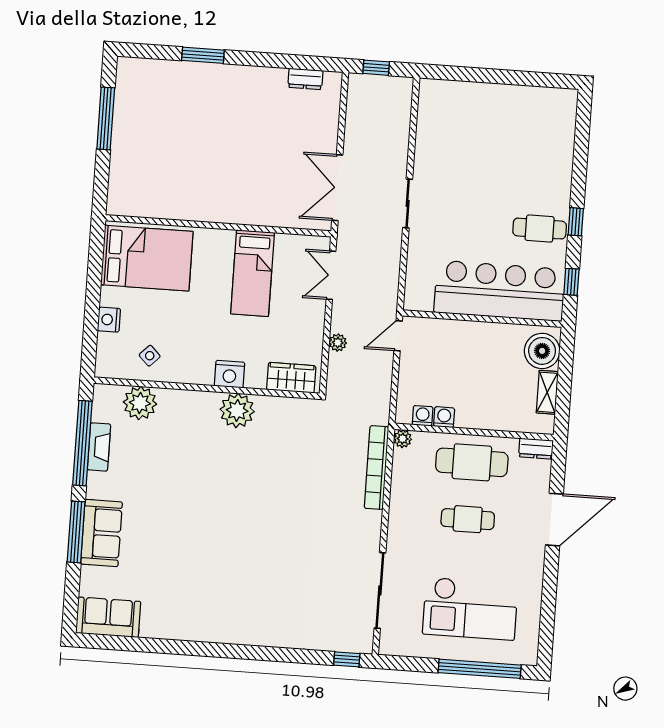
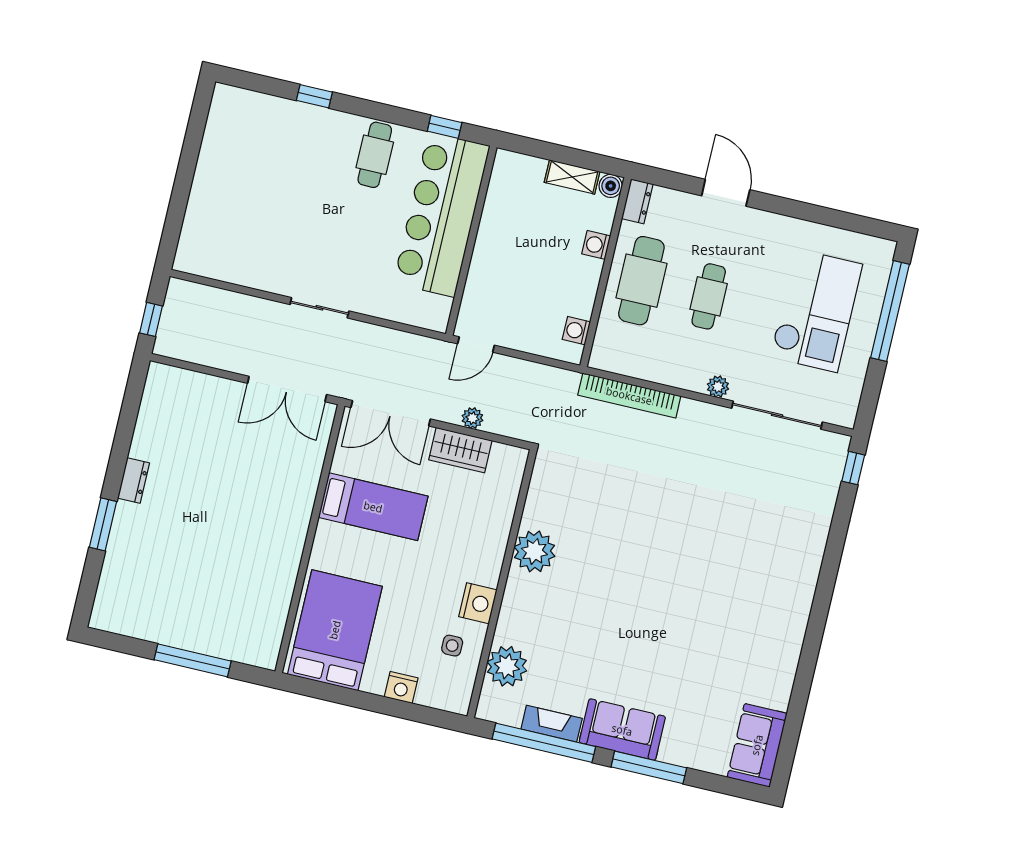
dresser: (305, 79) -> (134, 480), moved
window: (106, 118) -> (193, 660), moved
window: (576, 222) -> (314, 96), moved
double door: (331, 275) -> (391, 413), width x1.37
door: (398, 336) -> (476, 344), hinge flipped
boiler: (542, 351) -> (611, 186), moved, width x0.54, depth x0.54
side table: (150, 356) -> (452, 646), turned 45
nightstand: (230, 374) -> (478, 603), moved
wardrobe: (291, 378) -> (460, 450), moved, turned -90
washing machine: (444, 417) -> (596, 245), moved
plant: (403, 439) -> (718, 387), moved
door: (554, 520) -> (726, 193), width x0.73
sofa: (101, 533) -> (622, 730), moved

